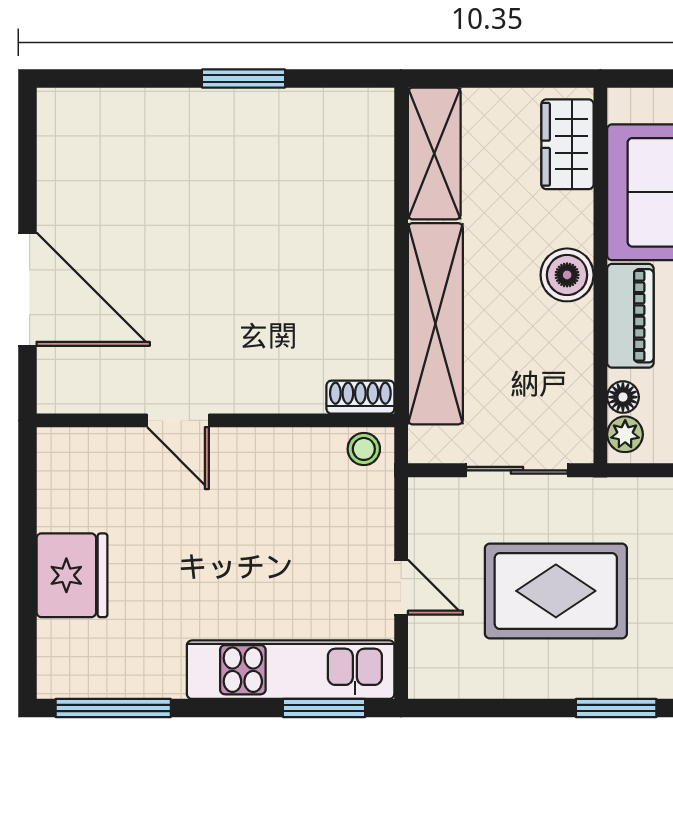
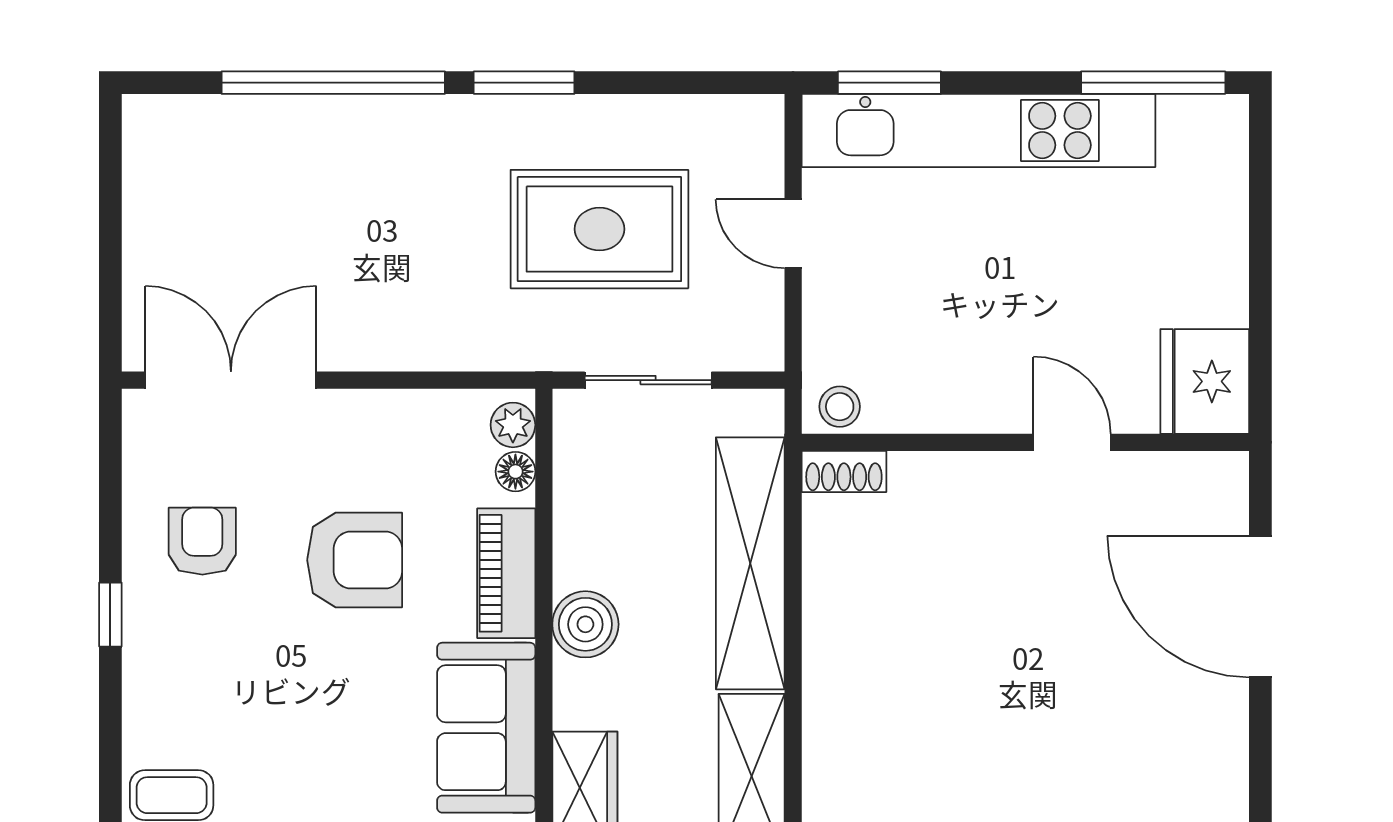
fridge: (72, 575) -> (1205, 381), moved
kitchen unit: (291, 670) -> (979, 131), width x1.36

